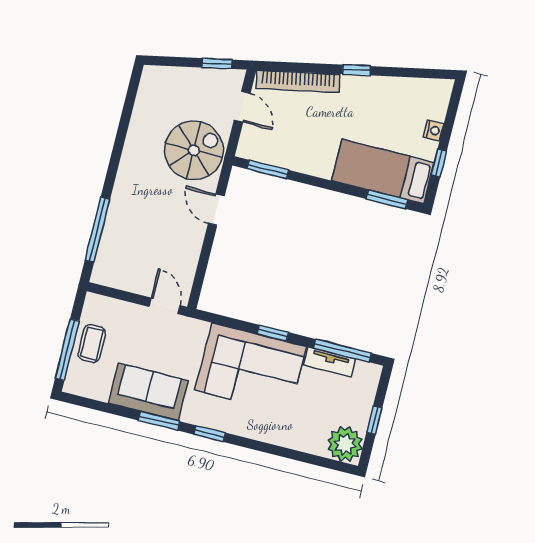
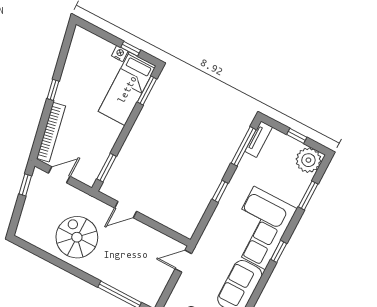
nightstand: (434, 130) -> (120, 54), moved
spiral stairs: (194, 150) -> (77, 237), moved
tv unit: (330, 362) -> (259, 139), moved
corner sofa: (251, 368) -> (260, 228), moved, turned 180
window: (159, 421) -> (308, 195), moved

